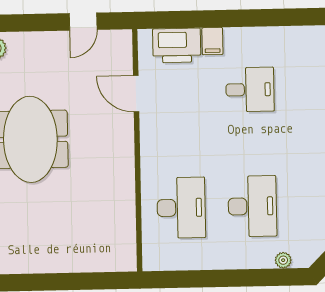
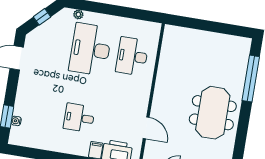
desk: (252, 206) -> (90, 49), width x1.36, depth x1.30

